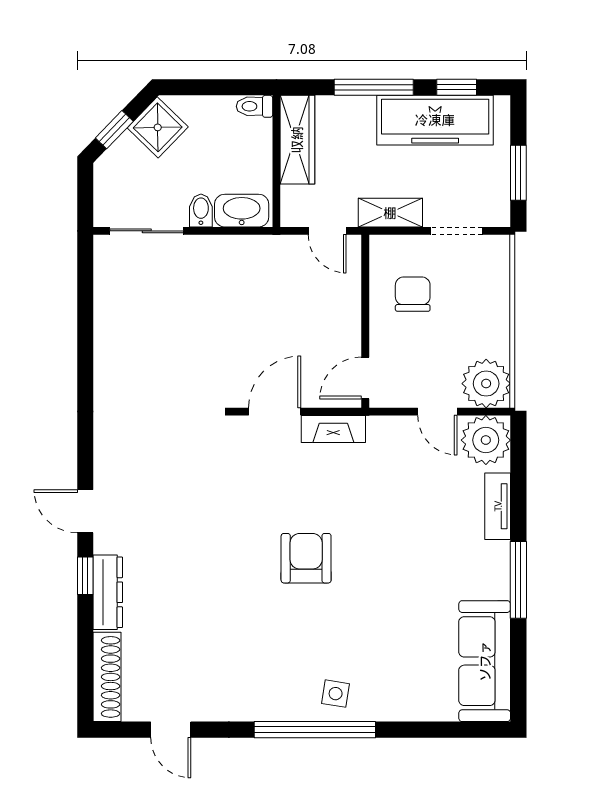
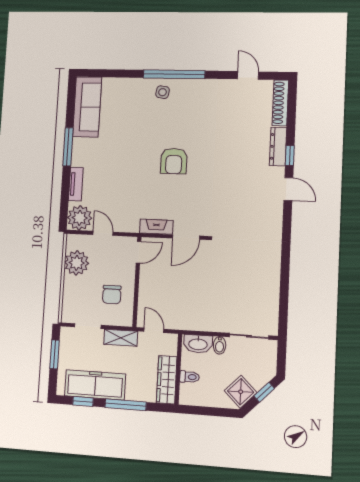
toilet: (254, 106) -> (190, 377), moved
plant: (486, 384) -> (77, 263), moved

